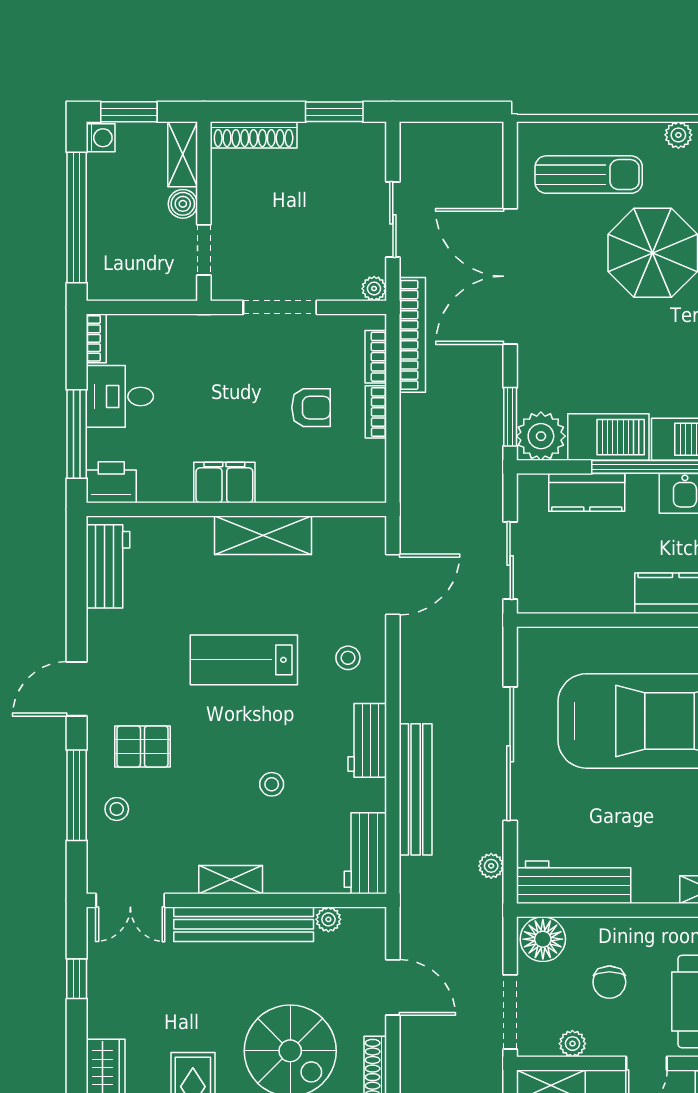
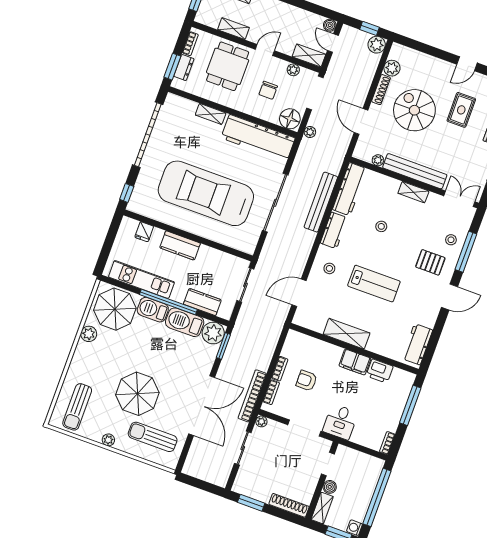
desk: (120, 396) -> (340, 422), moved, turned 90
printer: (111, 482) -> (380, 371), moved
workbench: (365, 853) -> (350, 189), width x1.38
plant: (491, 866) -> (310, 132), moved
workbench: (574, 882) -> (258, 138), width x1.36, depth x1.32
chair: (609, 982) -> (268, 90), turned 180

